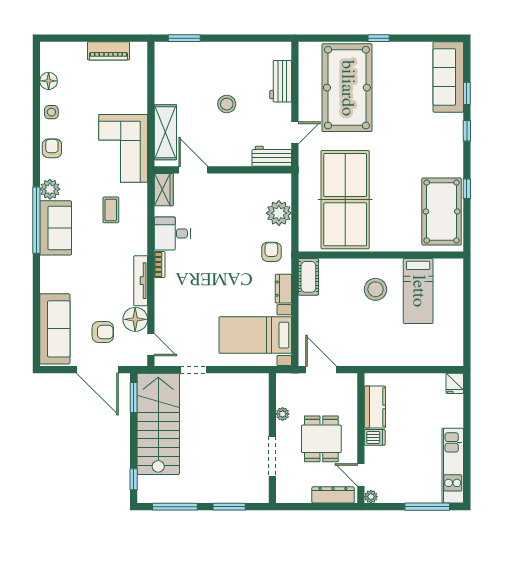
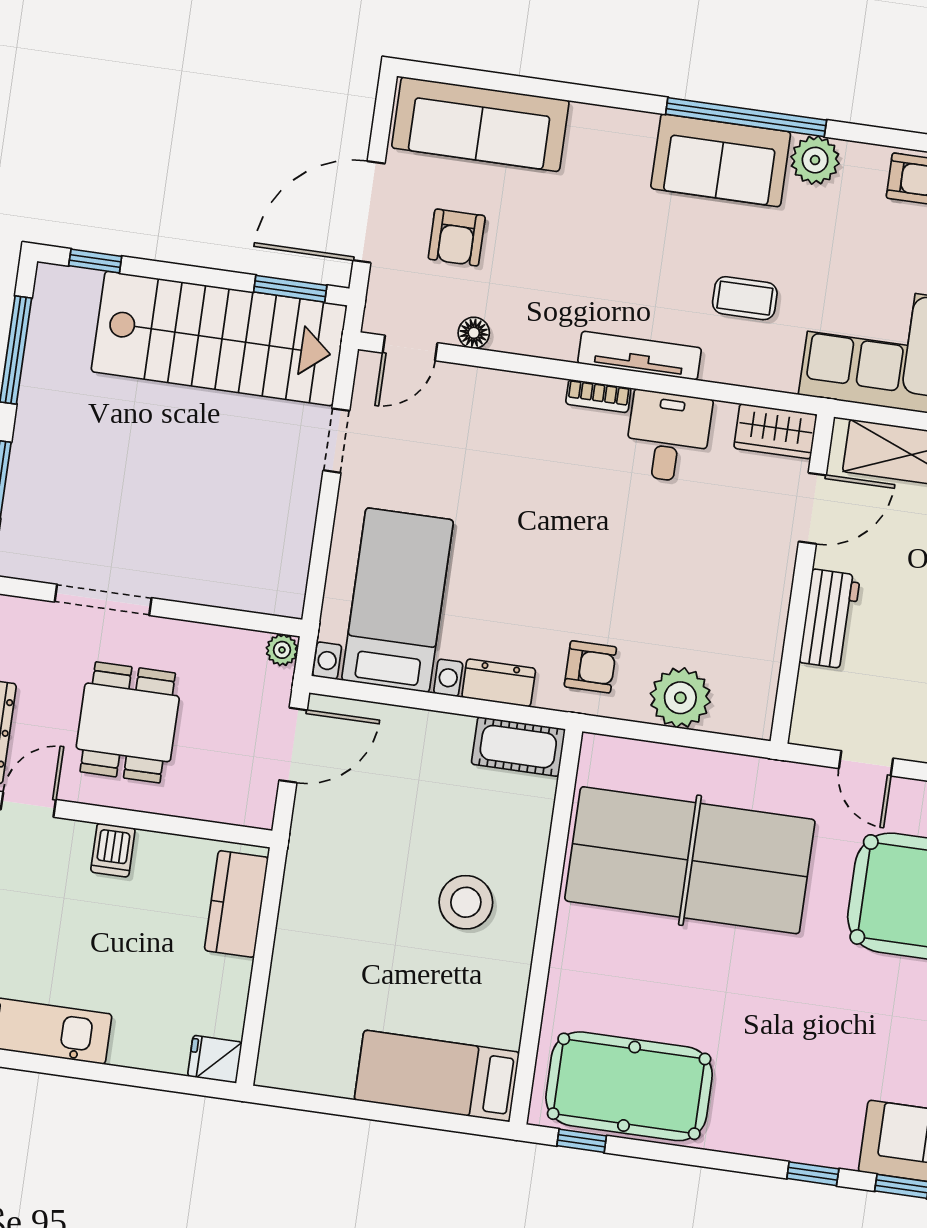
workbench: (272, 156) -> (830, 619), moved
window: (467, 189) -> (582, 1141), moved
tv unit: (141, 281) -> (640, 356), moved
bed: (418, 291) -> (437, 1076), moved
floor lamp: (135, 319) -> (474, 333), width x0.53, depth x0.53
kitchen counter: (375, 407) -> (236, 904), moved, turned 90
plant: (283, 414) -> (282, 650), moved
dining table: (321, 439) -> (128, 722), turned 90

